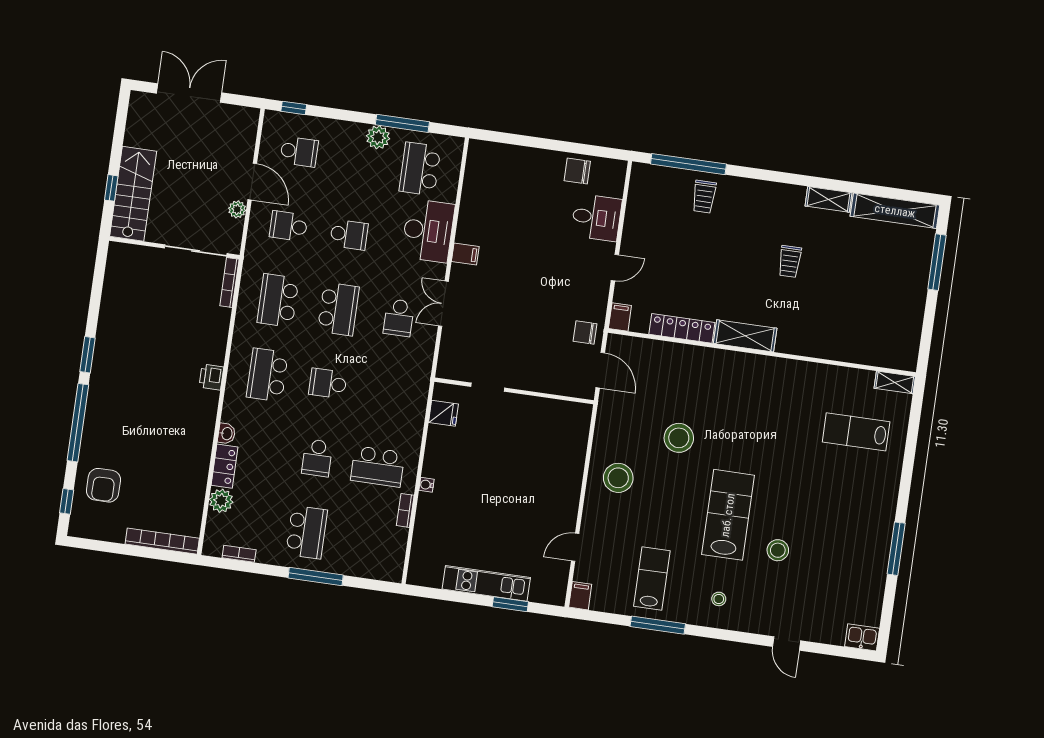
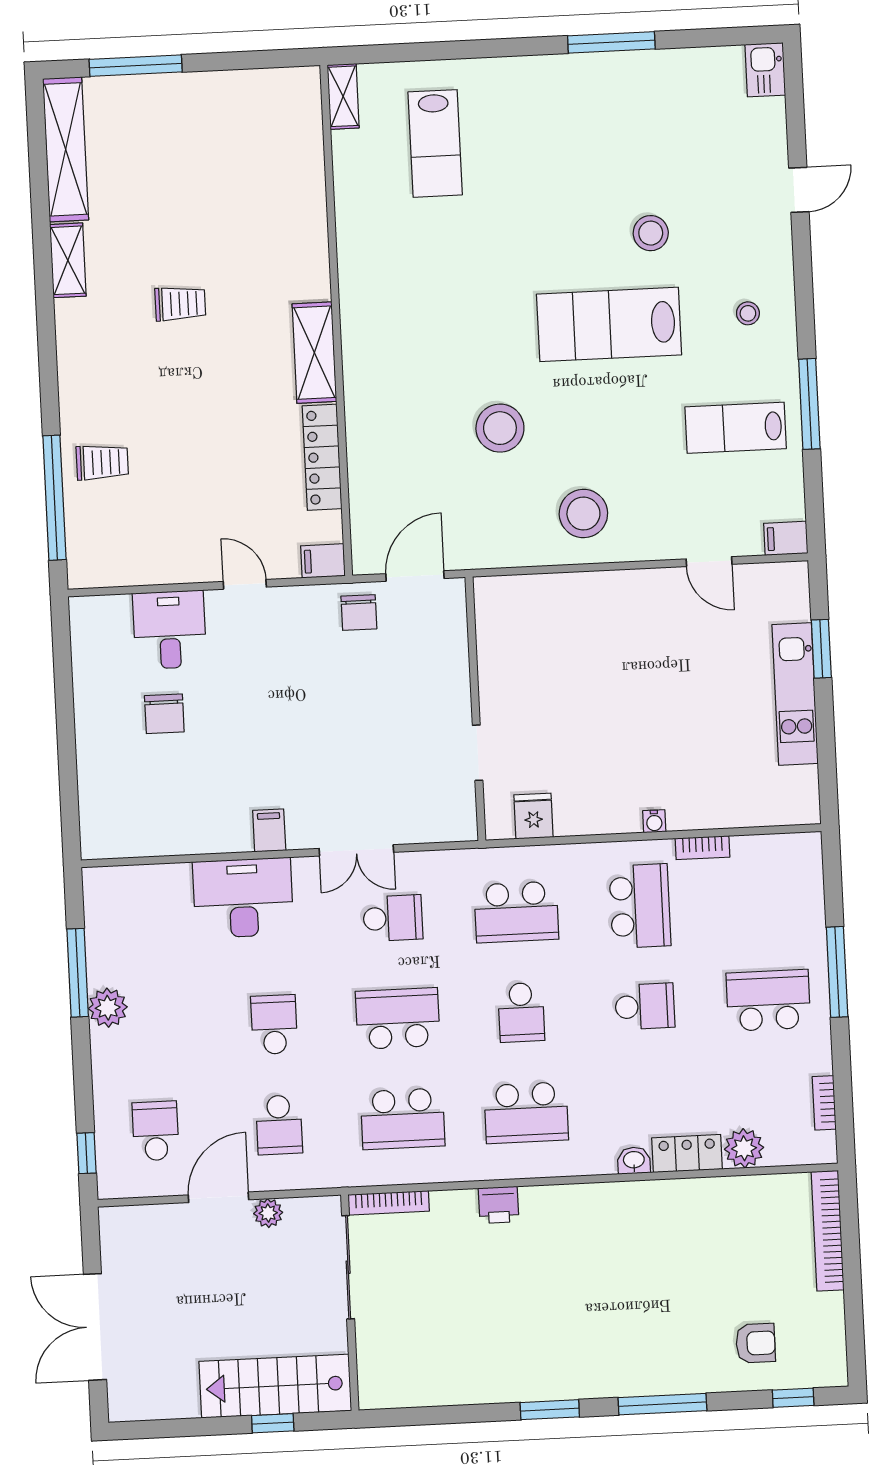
school desk: (420, 169) -> (516, 912), moved
chair: (577, 171) -> (164, 714), moved
printer: (211, 377) -> (499, 1205), moved
window: (78, 423) -> (662, 1404), width x0.68
armchair: (103, 485) -> (756, 1343), width x0.72, depth x0.72

